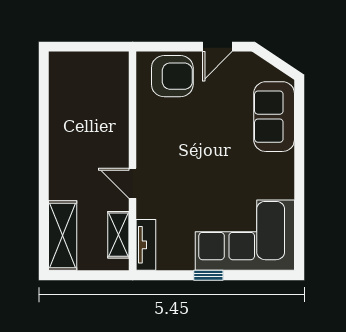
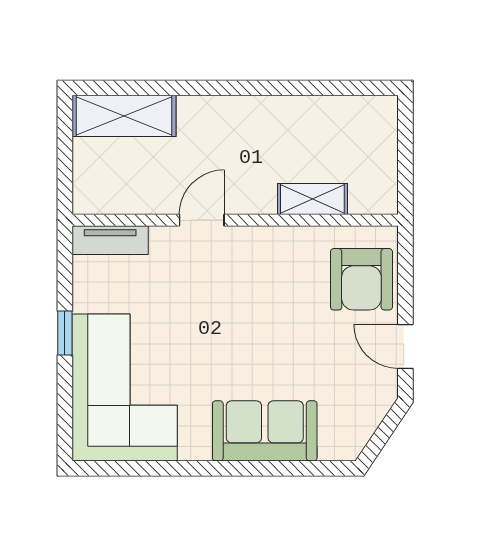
sofa: (274, 117) -> (265, 431), moved
shelving: (118, 235) -> (312, 199), moved

